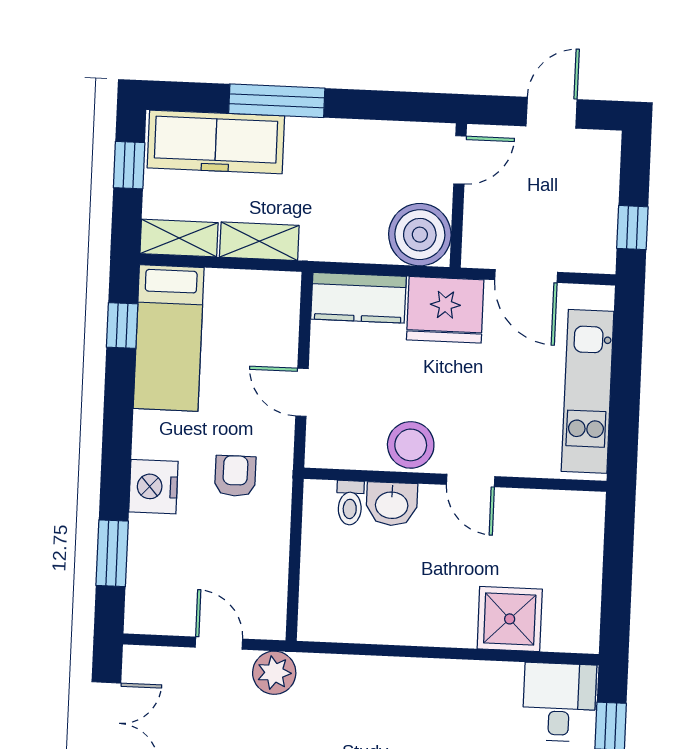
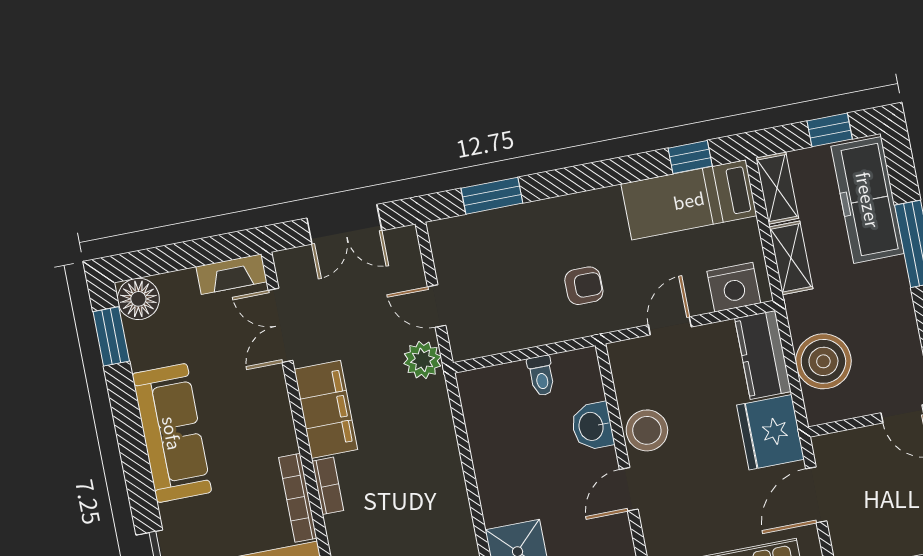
boiler: (420, 235) -> (823, 361), moved
nightstand: (153, 487) -> (734, 287), moved, turned 180
toilet: (350, 503) -> (541, 376), moved, turned -90
door: (219, 643) -> (437, 306), swing flipped

